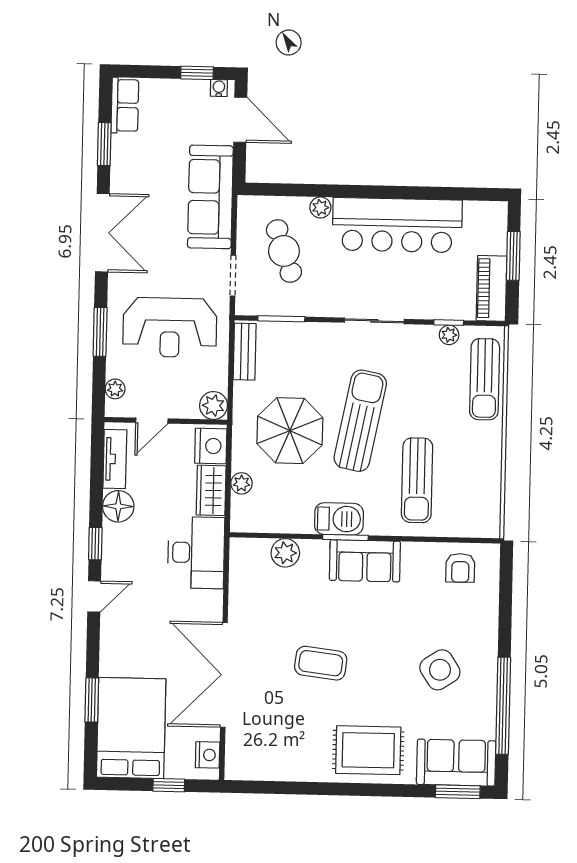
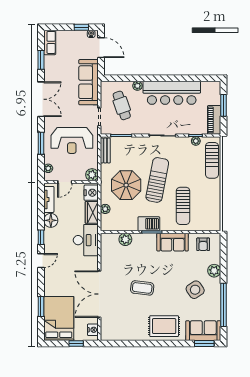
sofa: (365, 561) -> (173, 242), moved
plant: (484, 628) -> (214, 271), added

